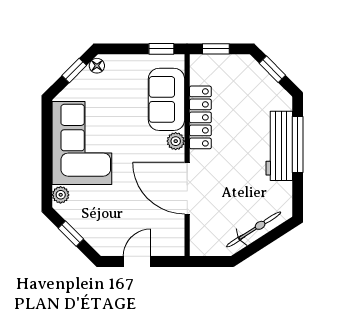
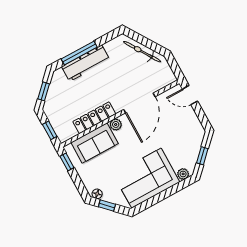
door: (137, 262) -> (190, 95), moved

